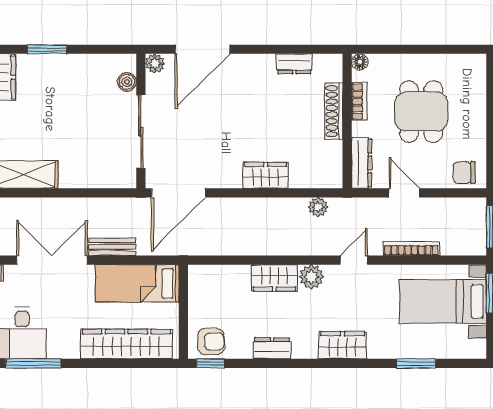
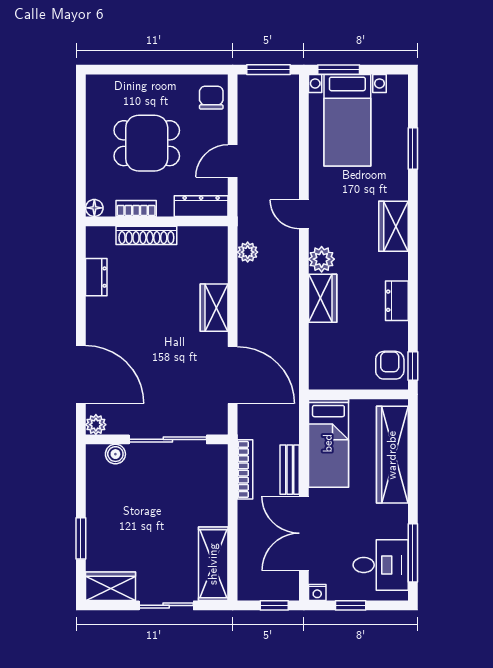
chair: (464, 173) -> (211, 98), turned 180
door: (179, 193) -> (233, 375), moved
bookcase: (411, 248) -> (245, 469), moved, turned 180

